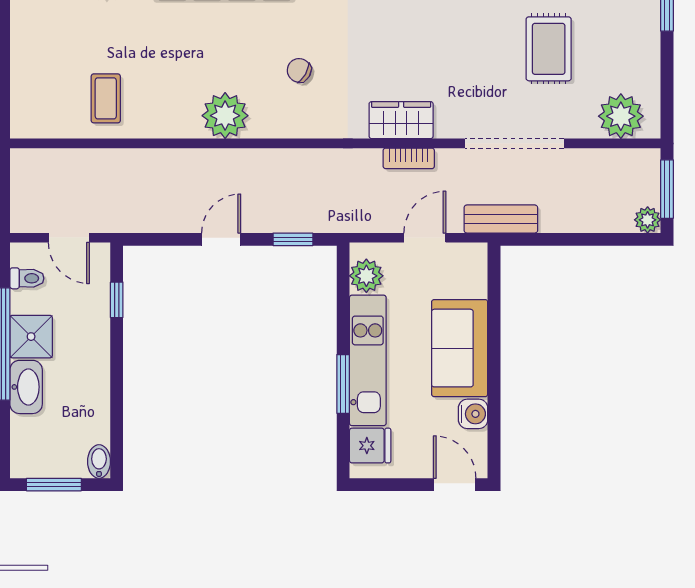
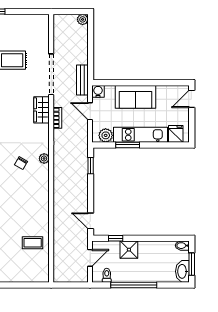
plant: (225, 116) -> (44, 158), moved, width x0.53, depth x0.53
plant: (621, 116) -> (40, 30), removed
wardrobe: (401, 120) -> (42, 110), moved
window: (667, 189) -> (70, 11), removed
door: (221, 239) -> (91, 221), moved
shower: (31, 337) -> (129, 250), moved
window: (343, 384) -> (128, 145), moved
washbasin: (26, 387) -> (182, 271), moved, turned -90
water cooler: (473, 414) -> (98, 91), moved

